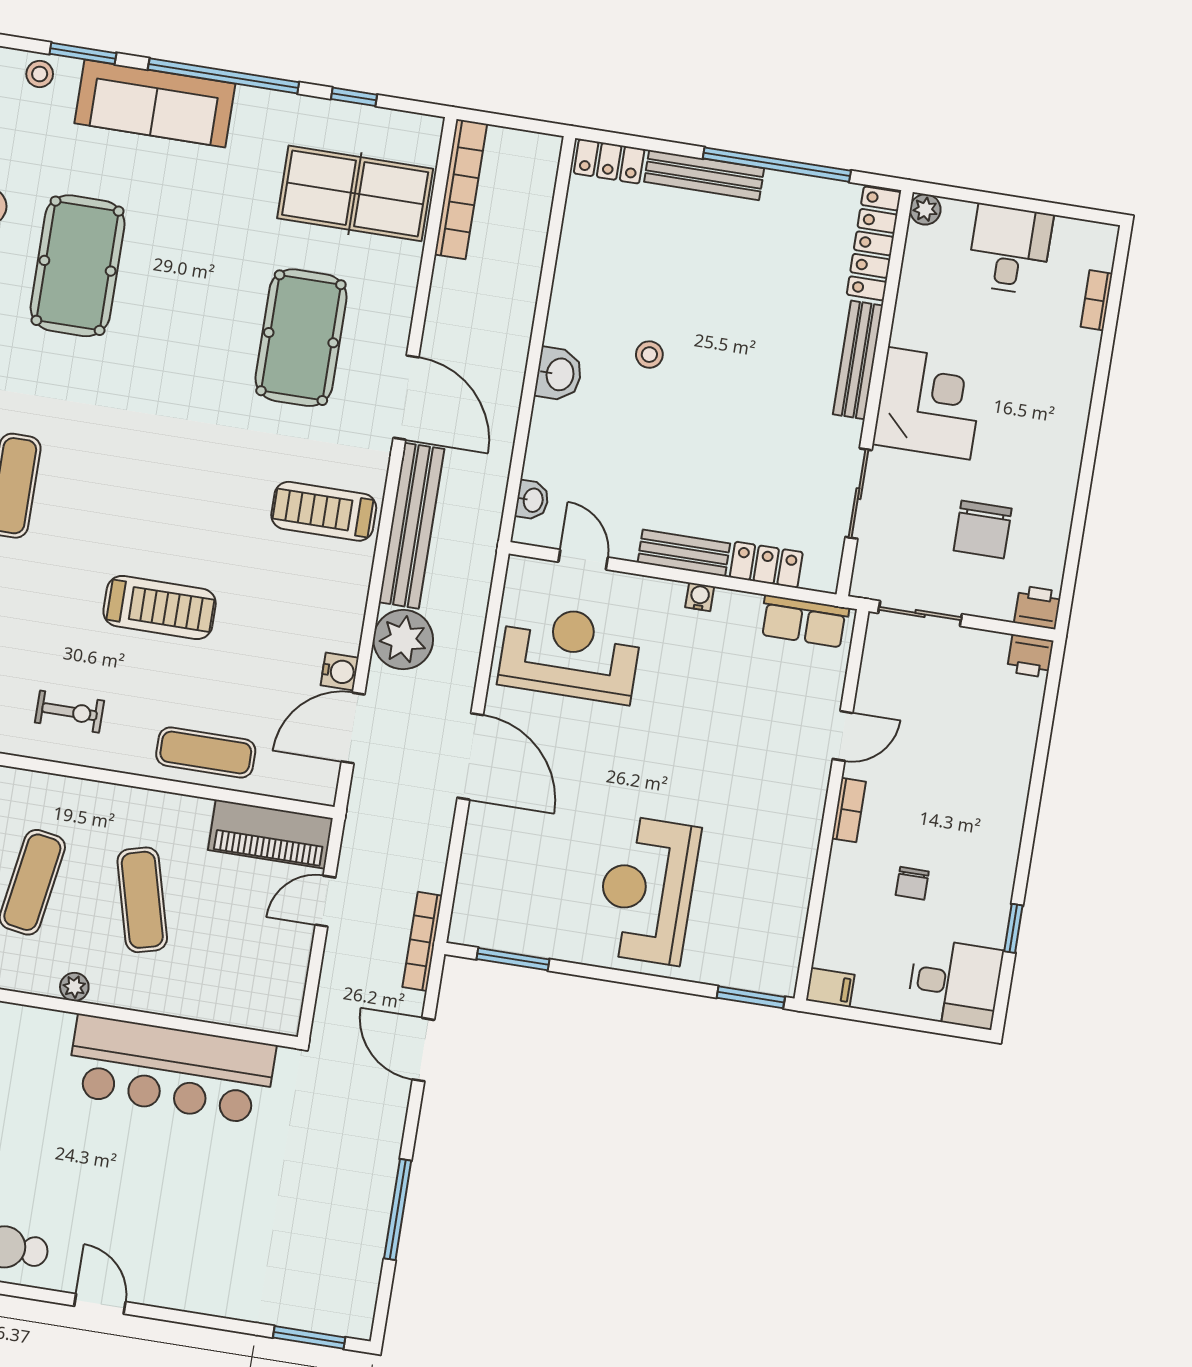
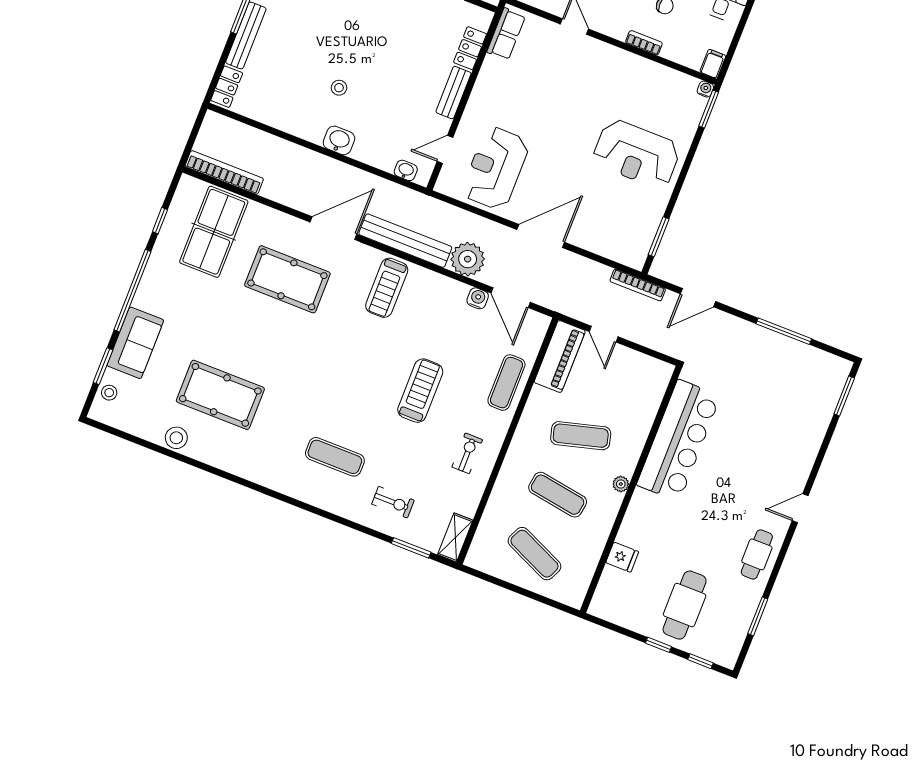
sofa: (155, 103) -> (135, 343), width x0.73
water cooler: (700, 597) -> (705, 89), moved, turned 90
bookcase: (849, 810) -> (644, 43), moved

